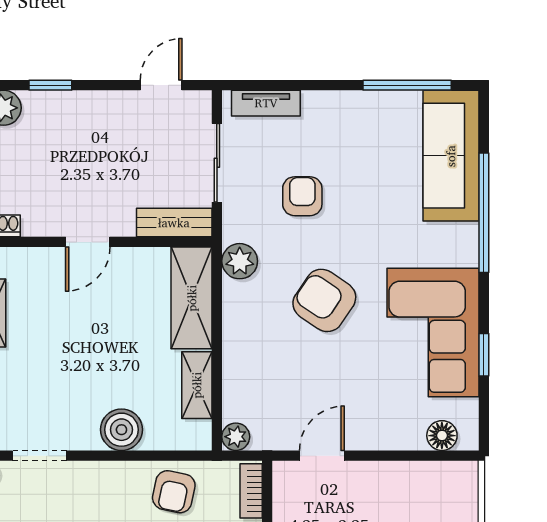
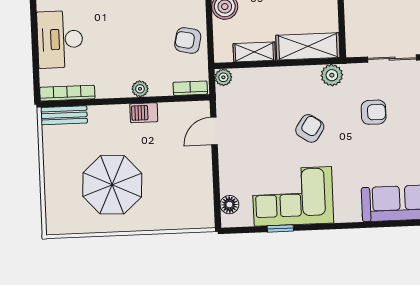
window: (484, 213) -> (368, 225), removed
bench: (174, 223) -> (354, 34), removed
armchair: (324, 300) -> (310, 128), width x0.72, depth x0.72
door: (322, 456) -> (214, 131), swing flipped

